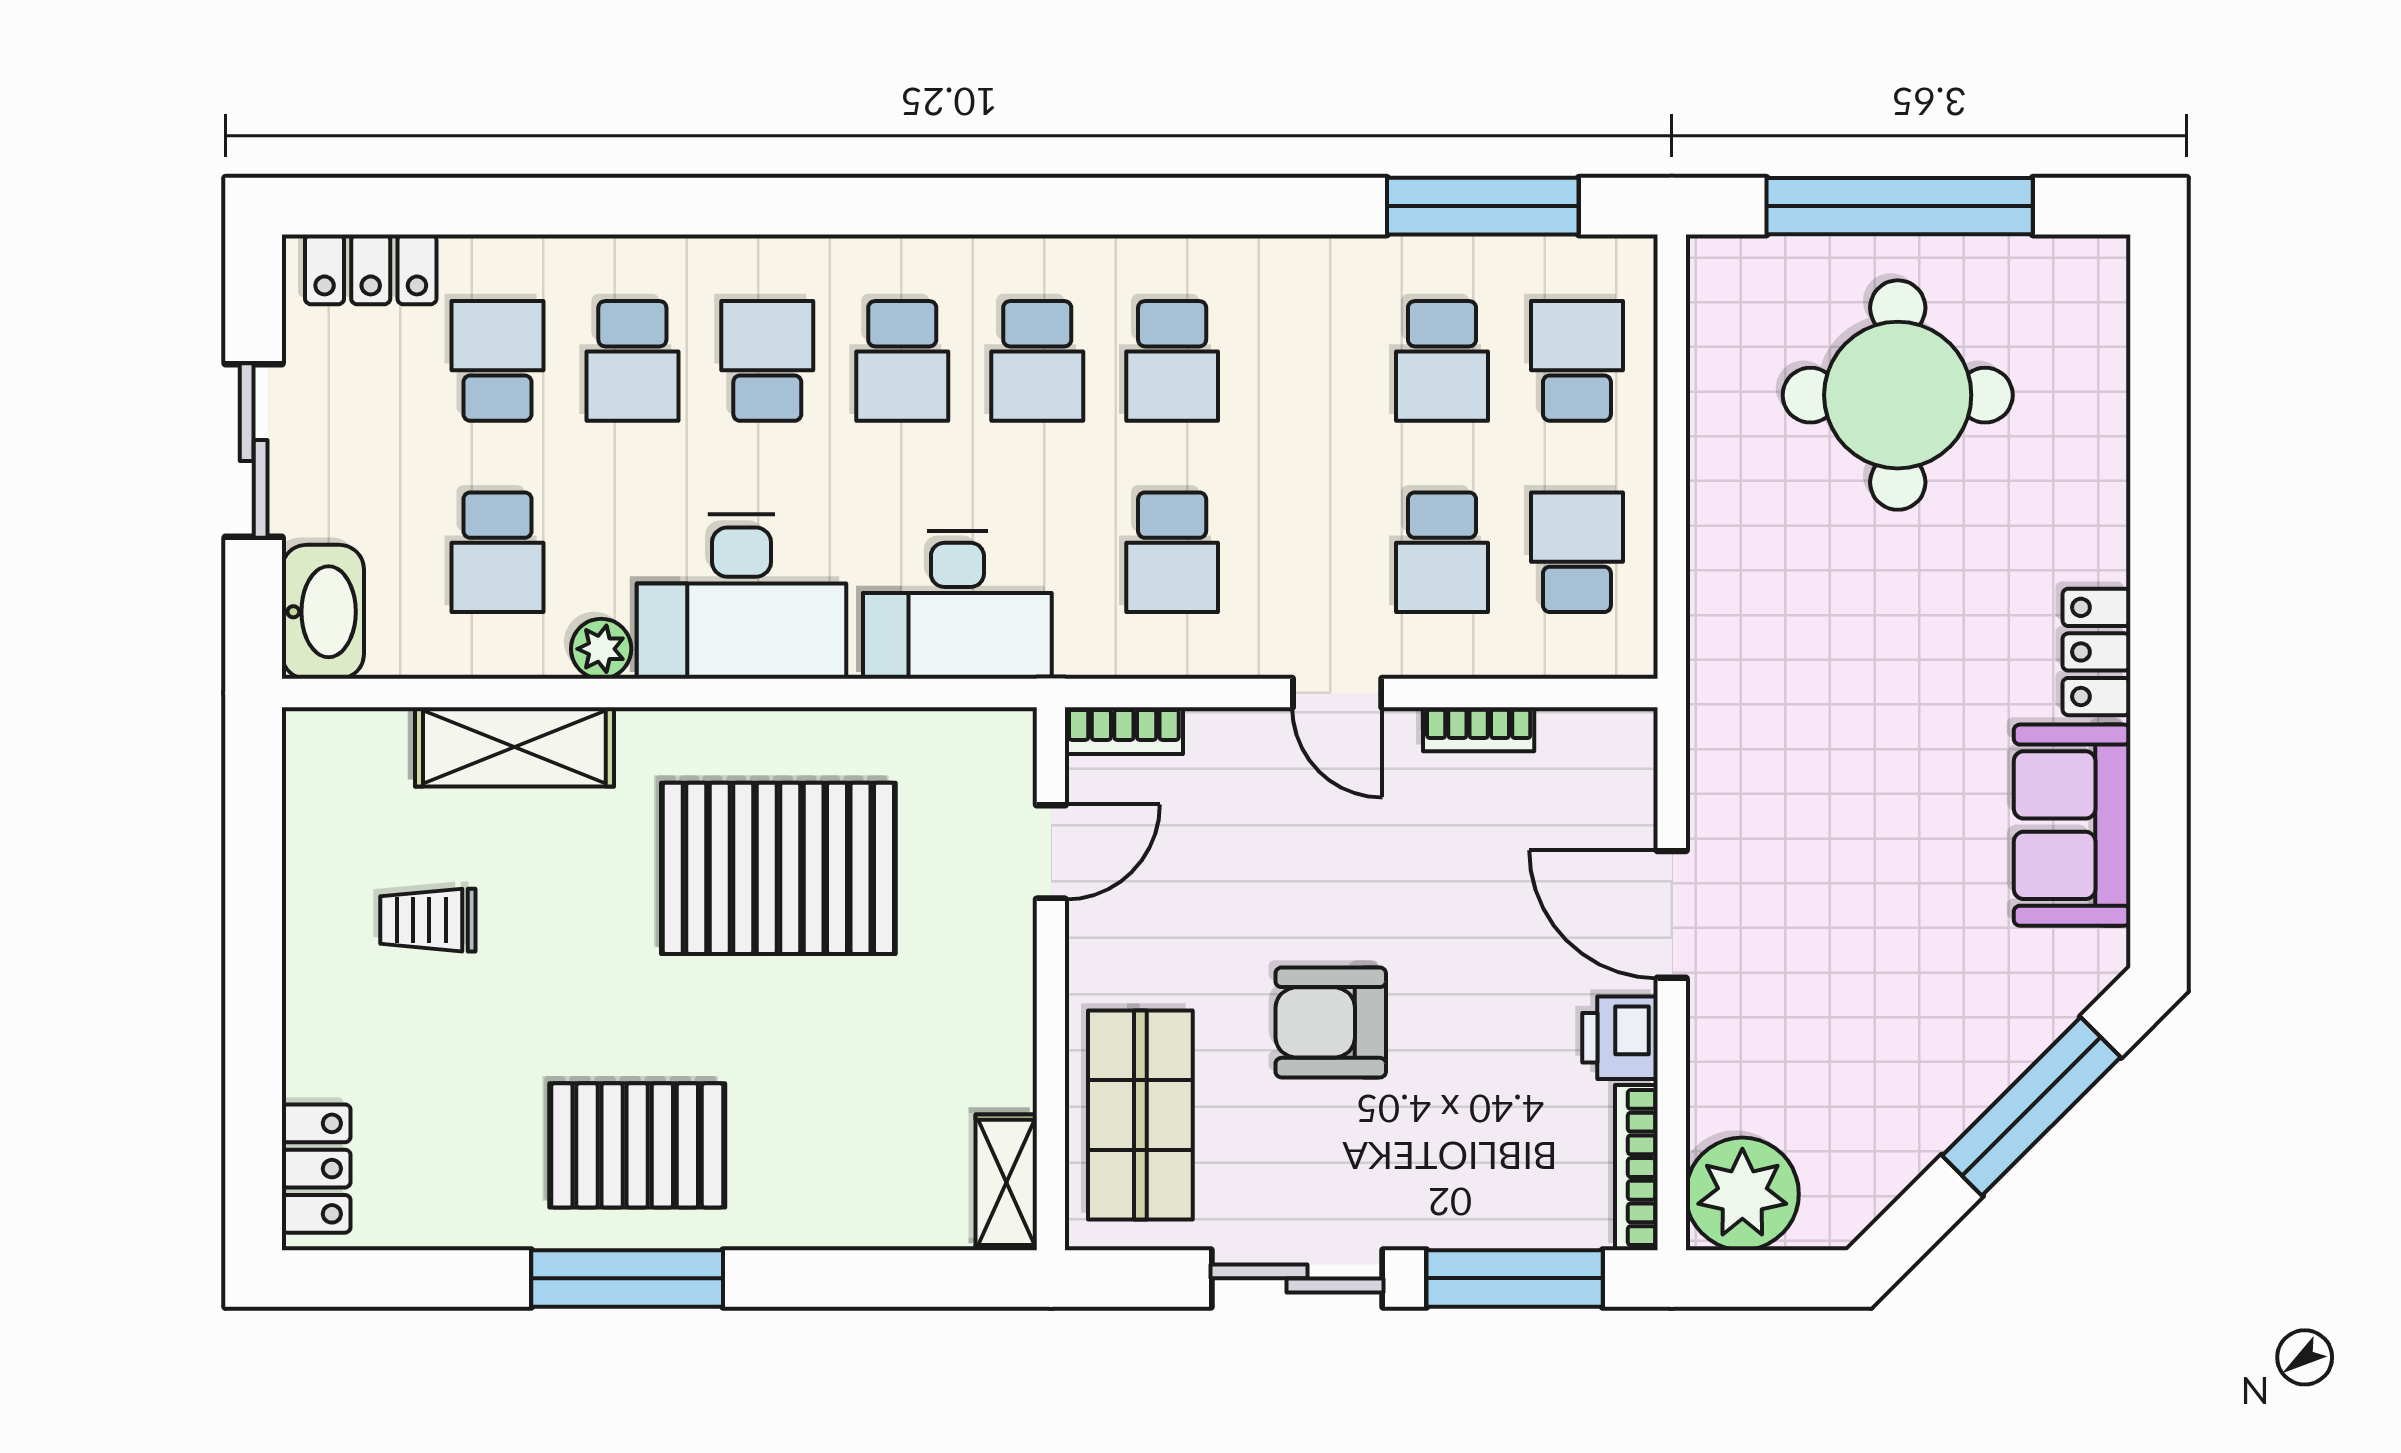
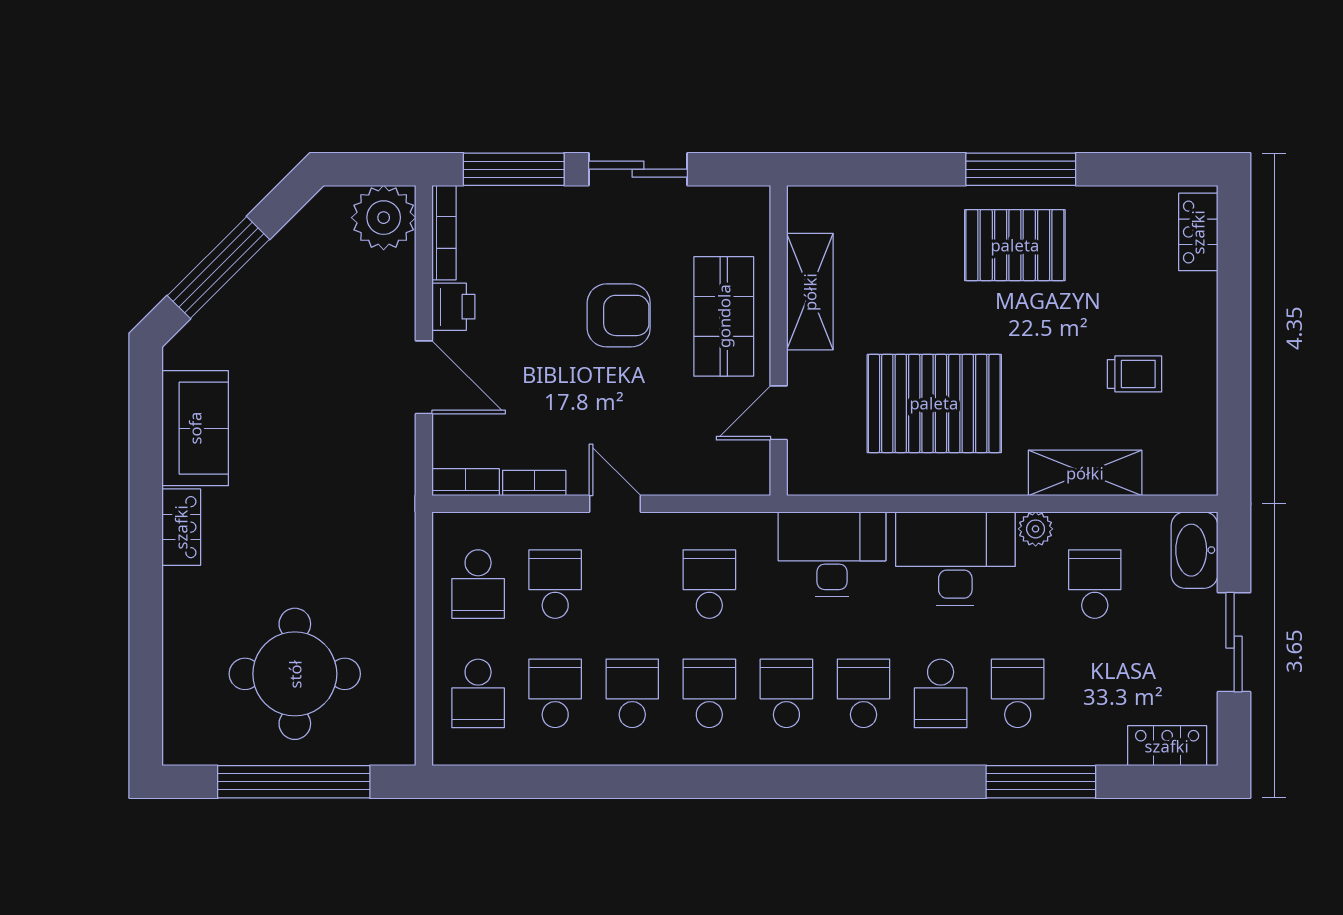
window: (1483, 206) -> (1041, 782), moved
school desk: (497, 361) -> (632, 693), moved, turned 180
bookcase: (1124, 731) -> (466, 482), moved
shop shelf: (1140, 1115) -> (724, 316), moved
shelving: (1006, 1182) -> (810, 292), moved, width x1.50, depth x1.33

